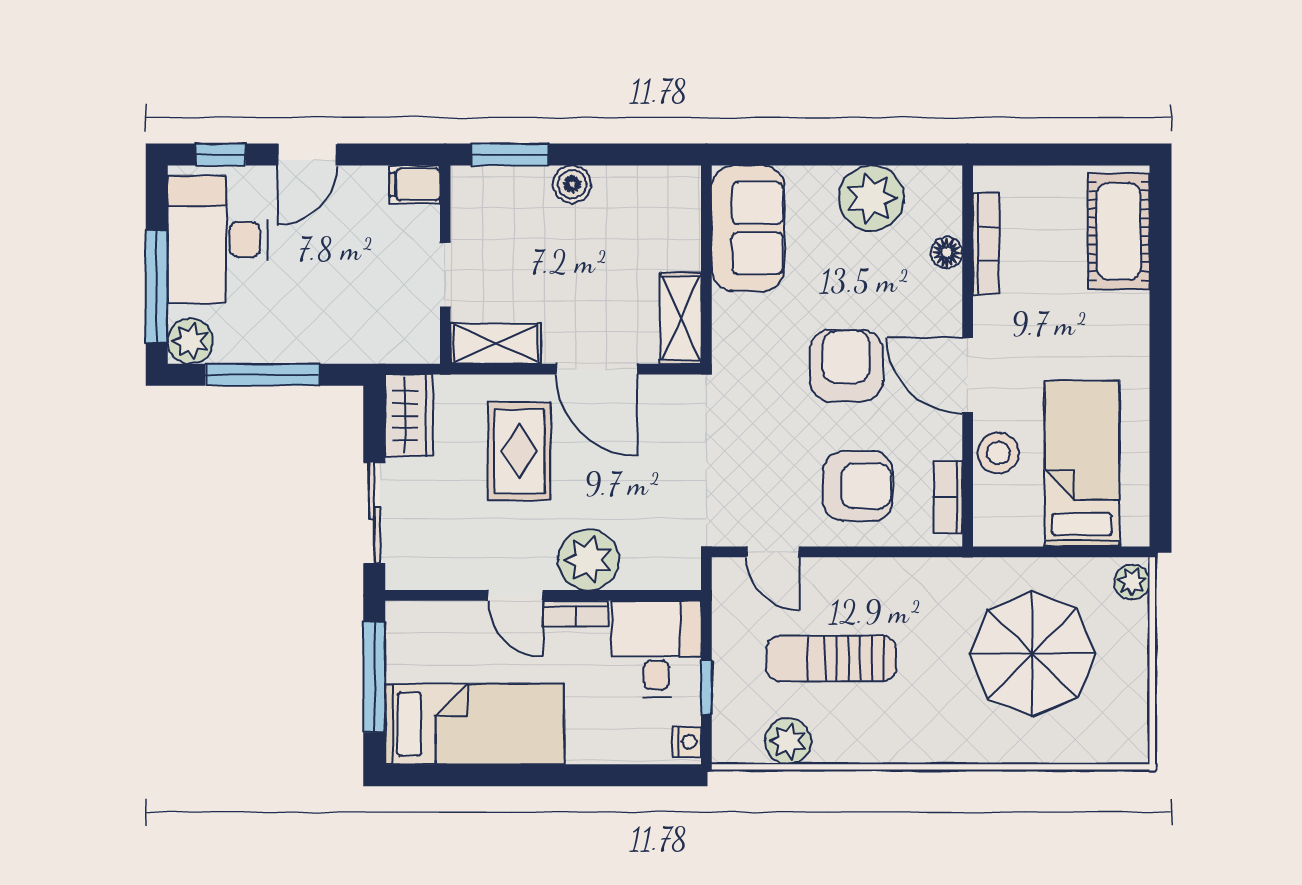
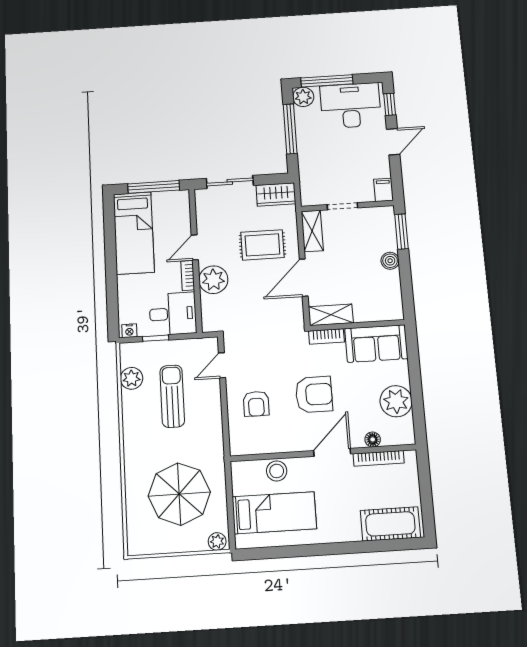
door: (307, 154) -> (393, 142), swing flipped
door: (968, 376) -> (332, 452), moved
armchair: (858, 486) -> (256, 404), width x0.72, depth x0.72
bookcase: (948, 497) -> (326, 336), moved, turned 180

